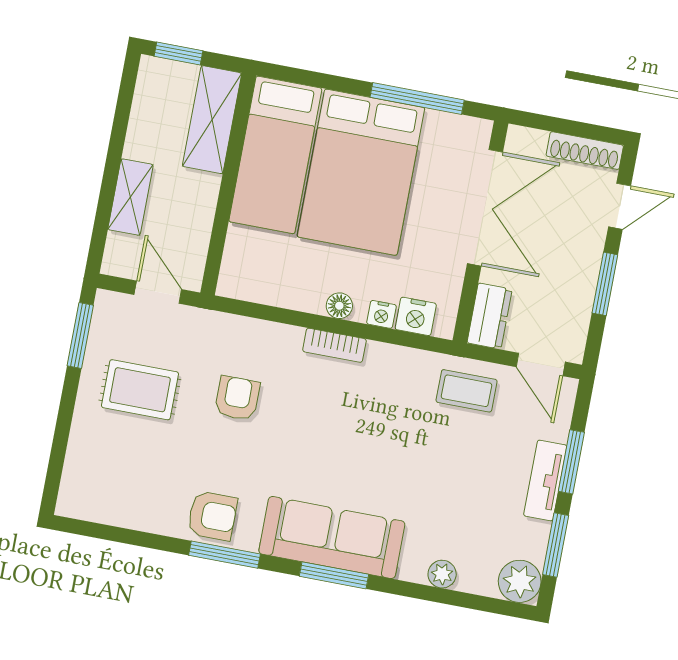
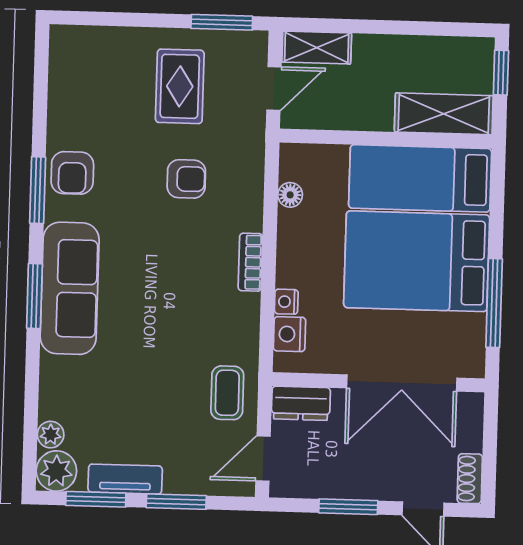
shoe rack: (585, 151) -> (470, 479), width x0.70
shelving: (130, 197) -> (317, 48), moved
floor lamp: (339, 306) -> (290, 195), moved
tv unit: (545, 480) -> (125, 479), moved
plant: (442, 574) -> (51, 435), moved

